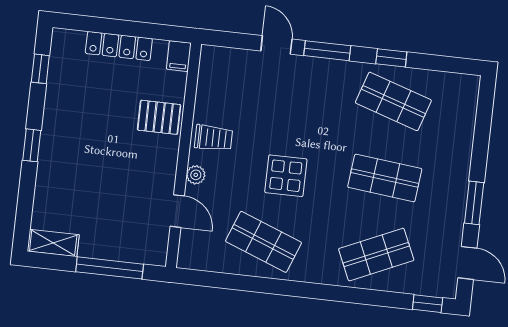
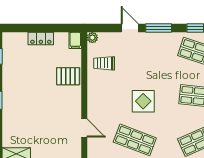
locker: (119, 46) -> (41, 39), width x0.66
trolley: (214, 138) -> (104, 63), moved, turned 180
plant: (196, 175) -> (92, 38), moved

